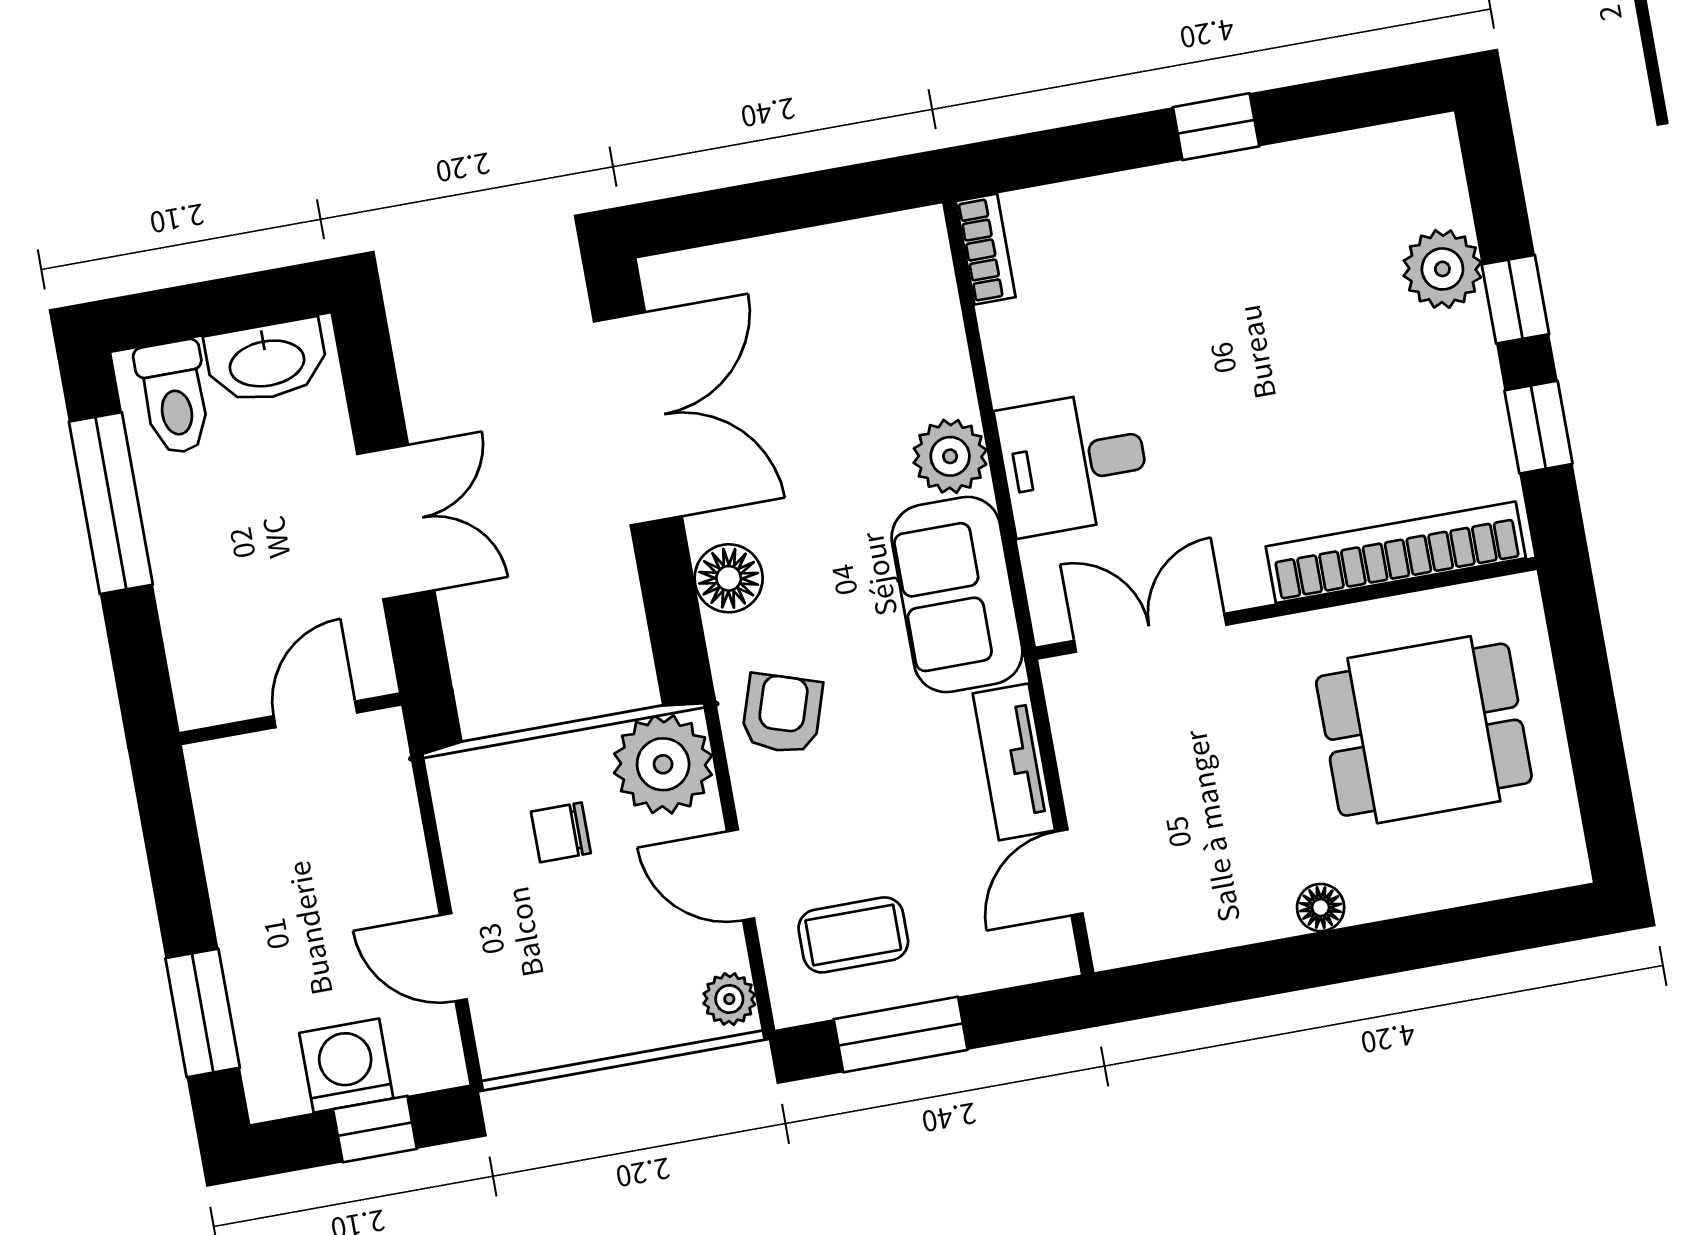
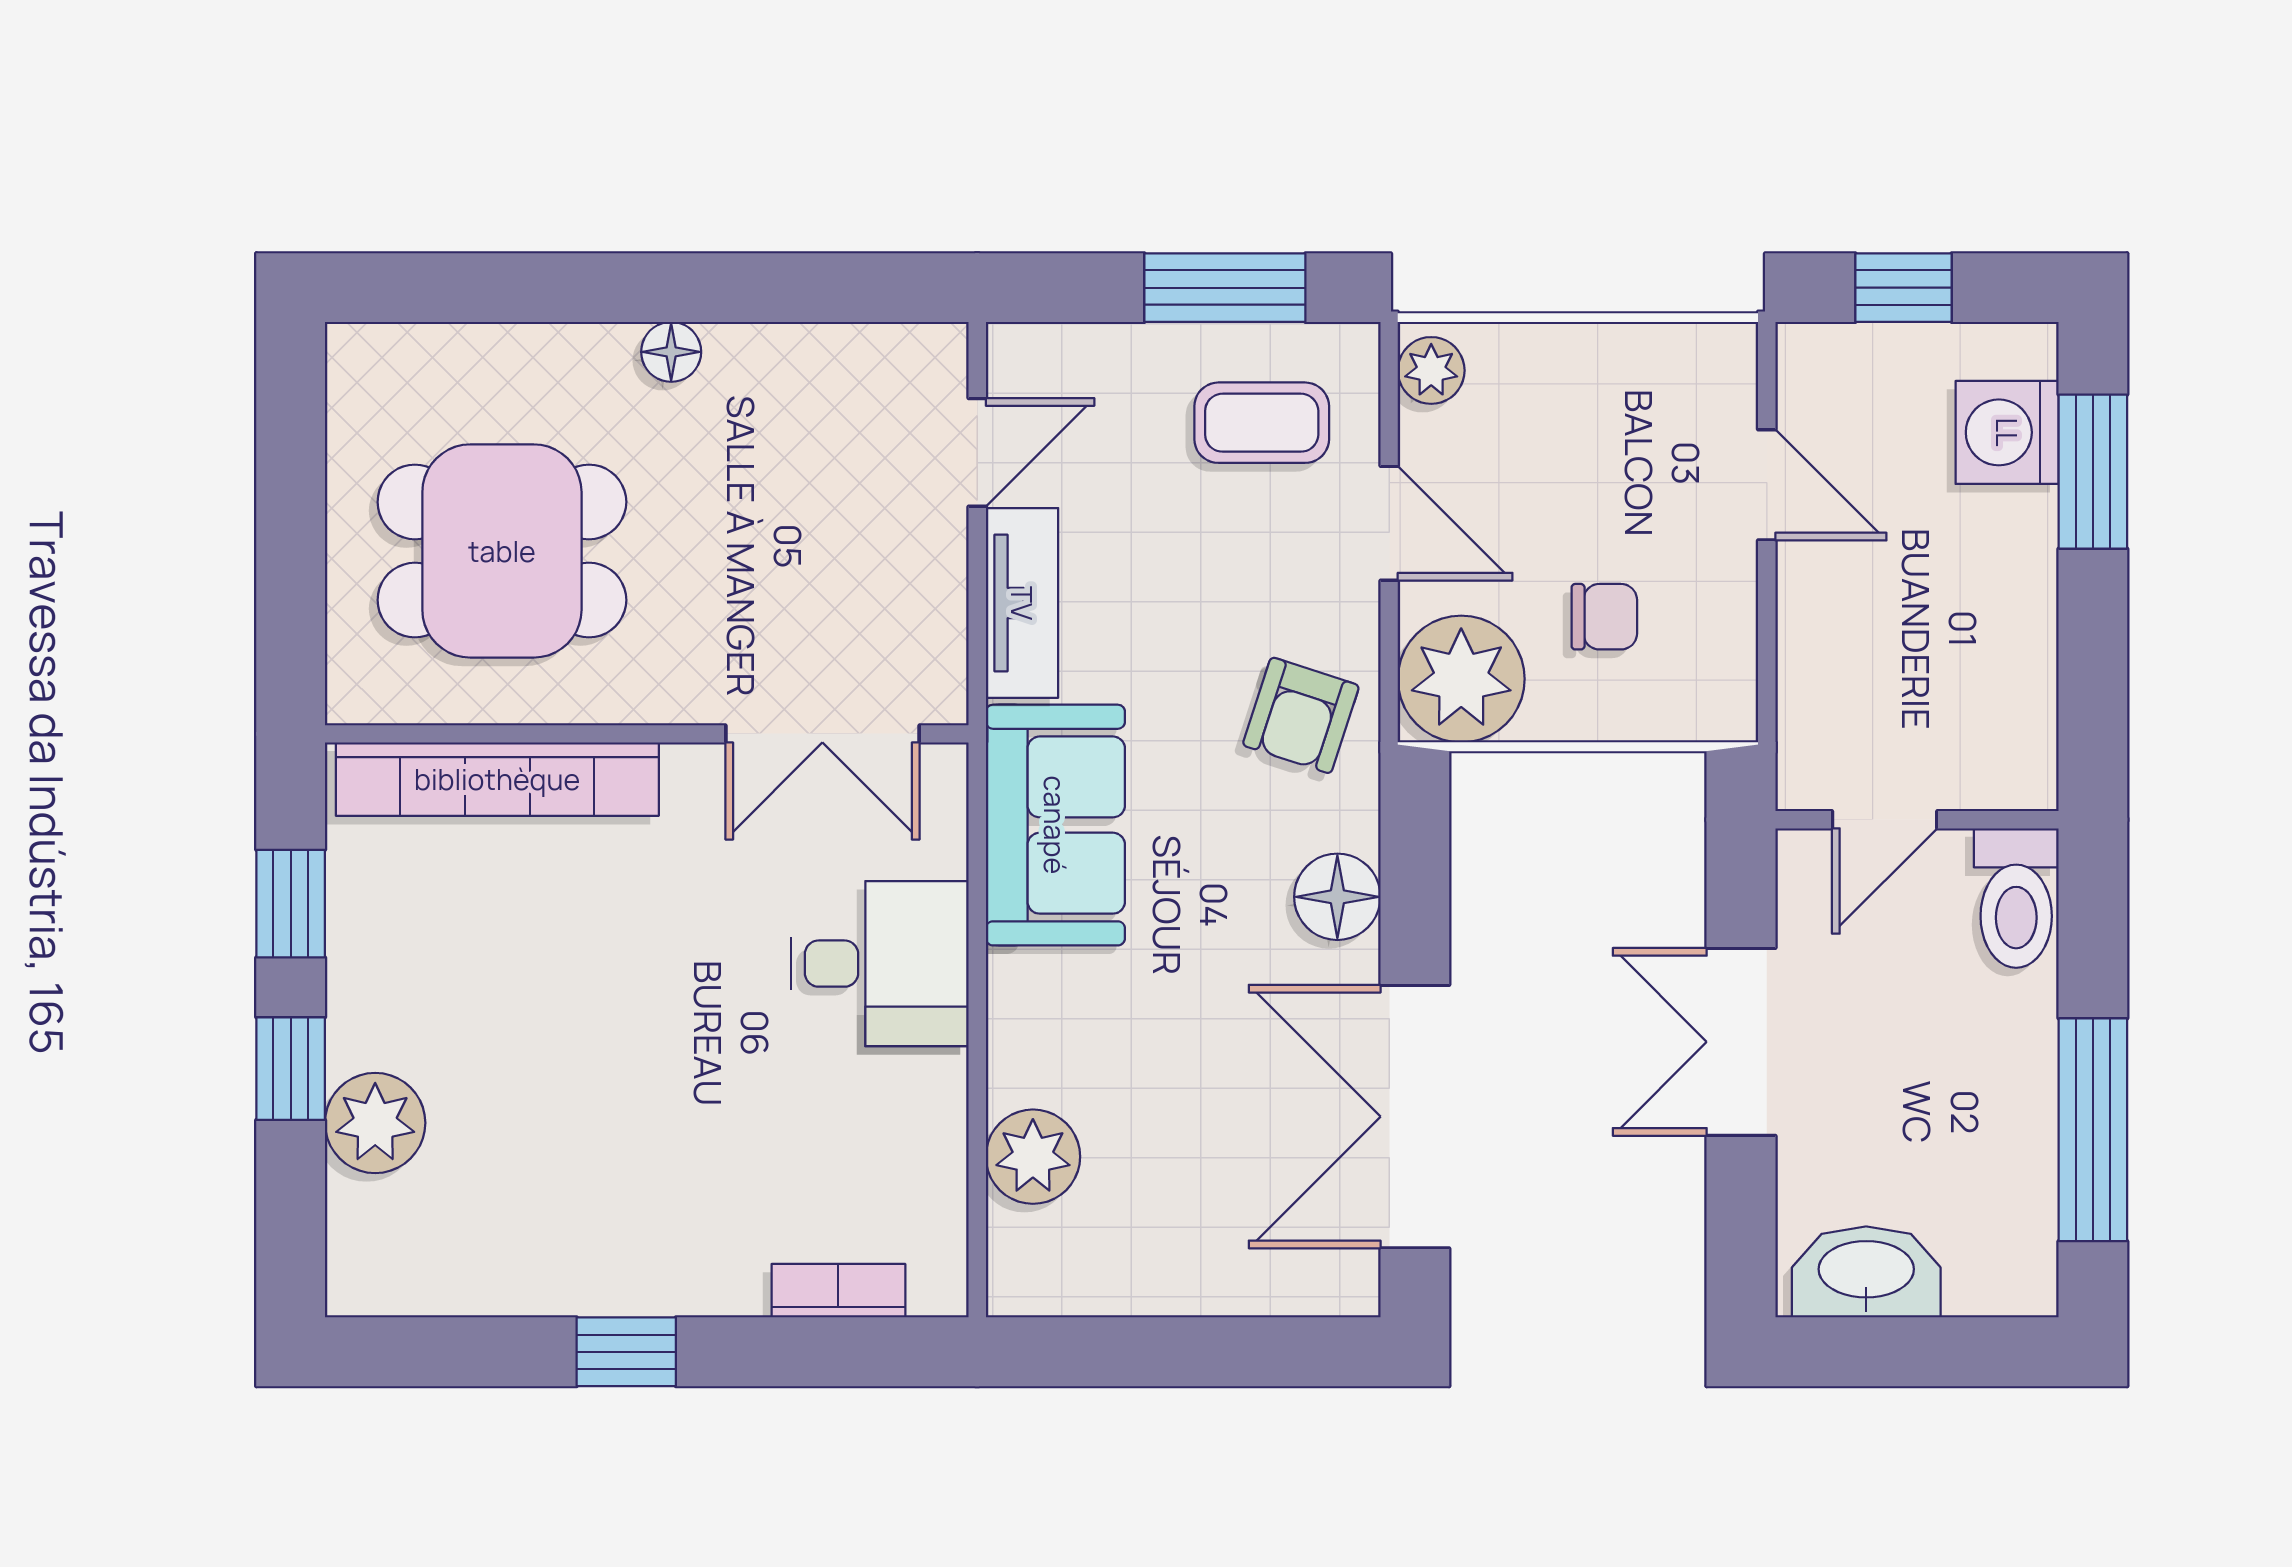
bookcase: (986, 249) -> (838, 1291), moved, turned 90
toilet: (174, 397) -> (2016, 898), moved, turned 180
plant: (950, 456) -> (1033, 1157), moved
washing machine: (346, 1066) -> (2007, 432), moved, turned 90

